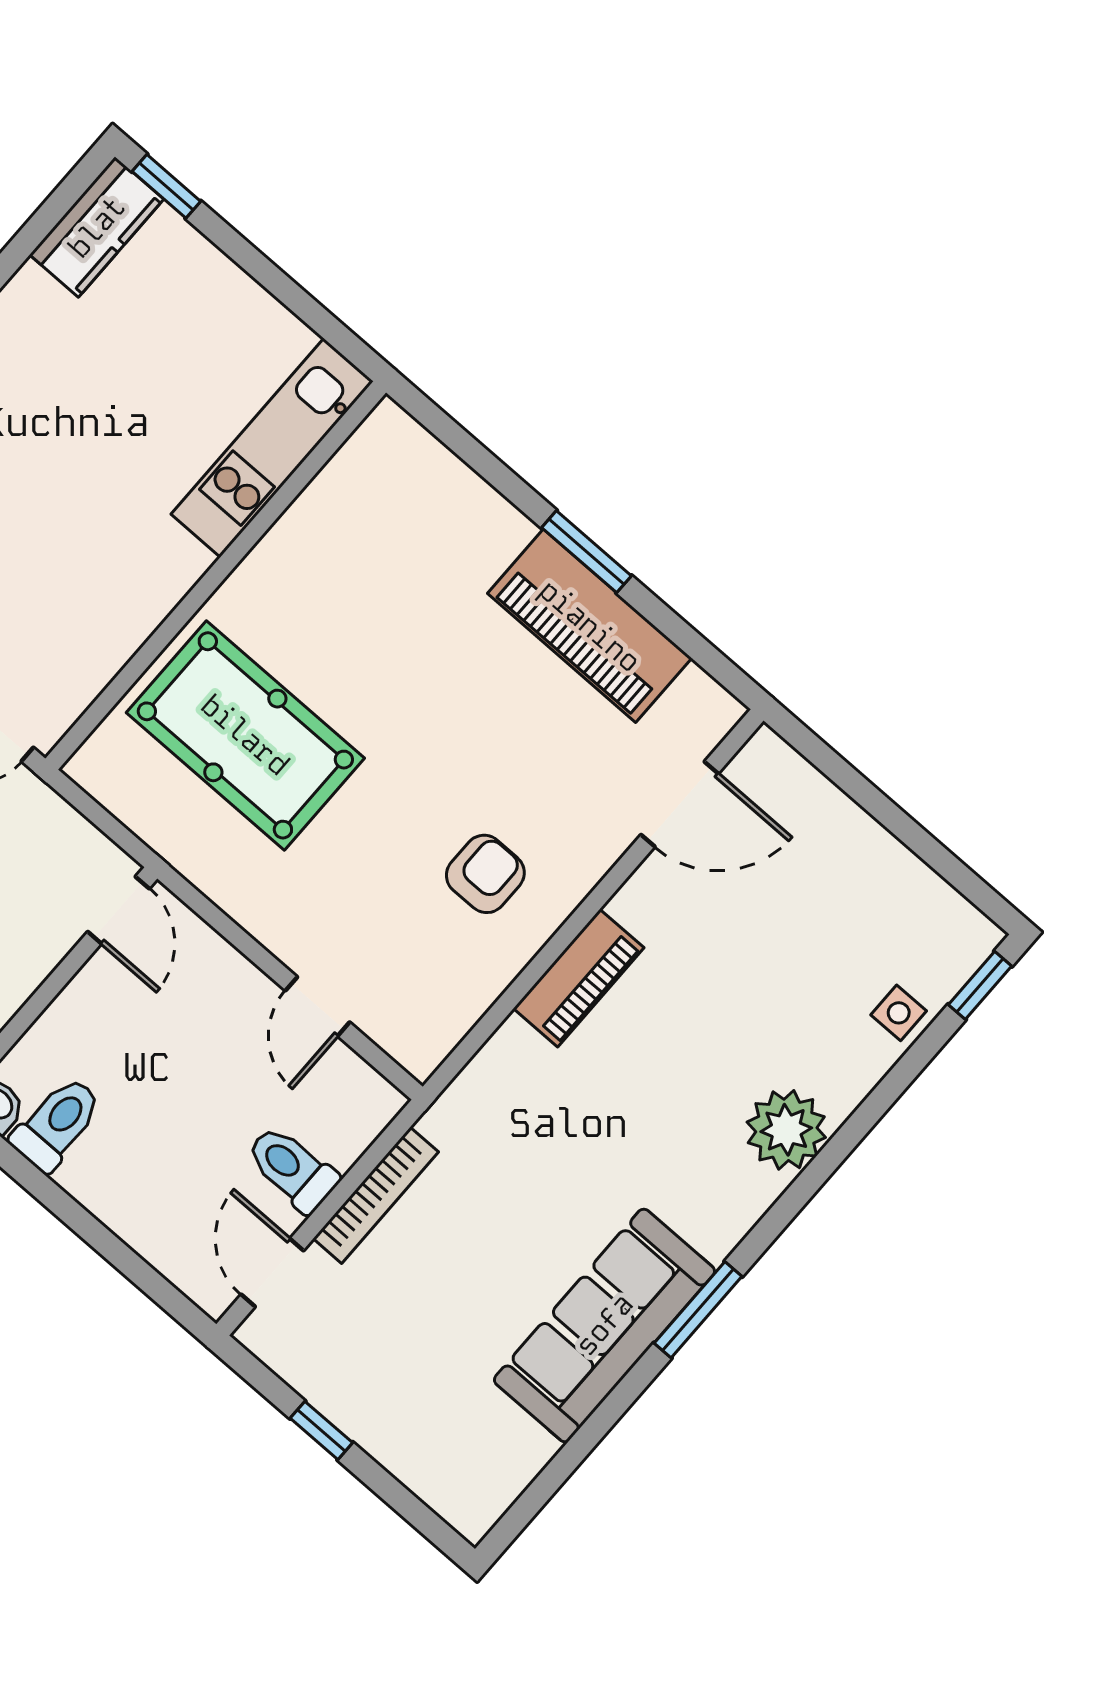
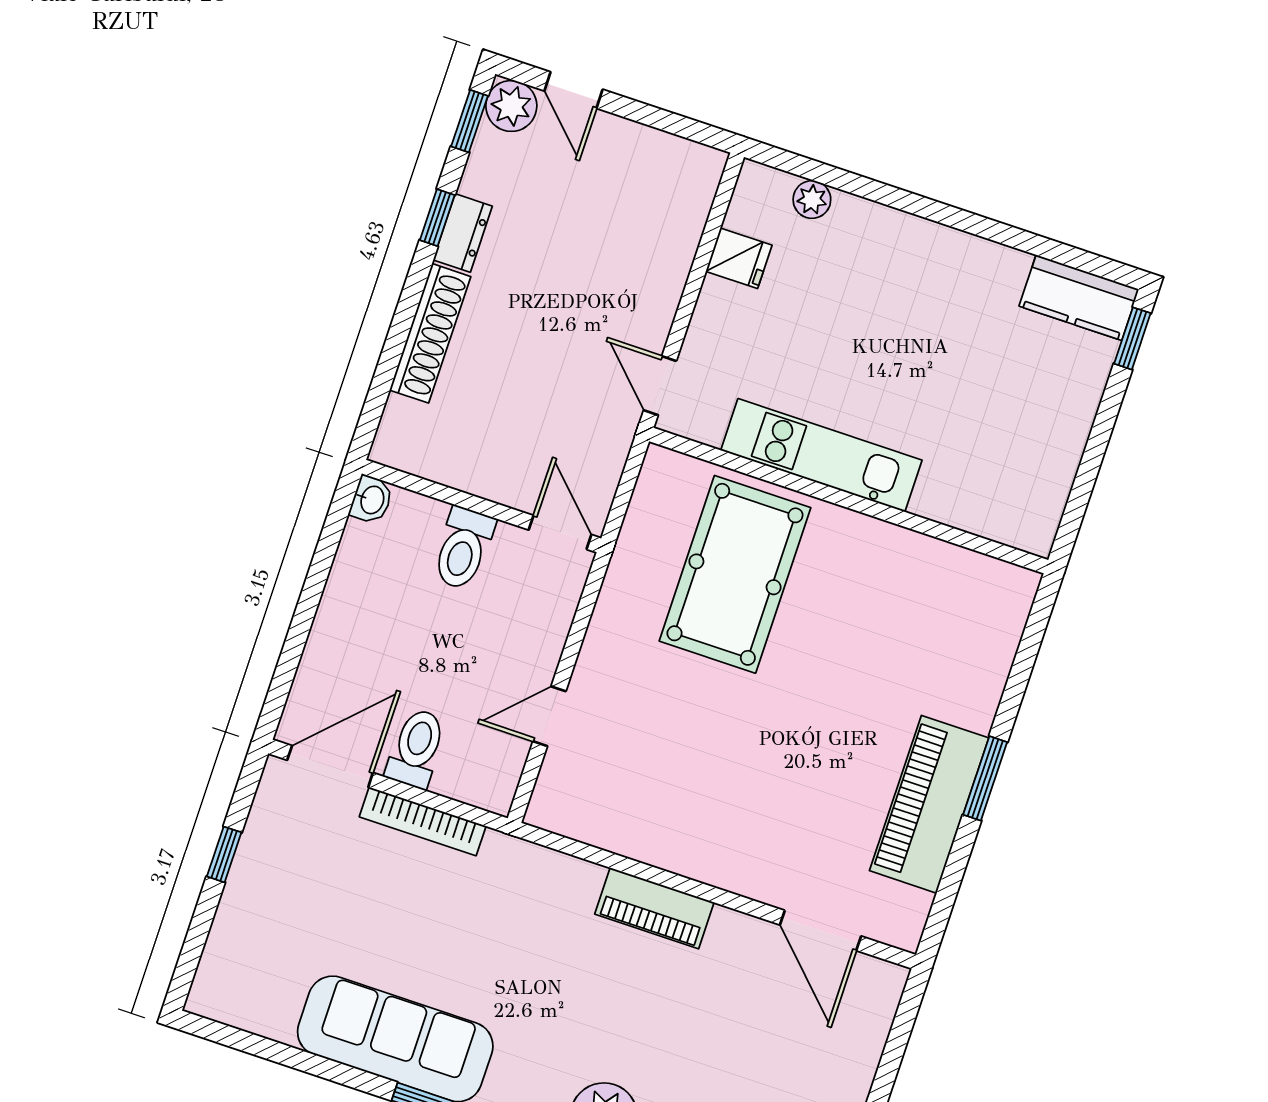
kitchen unit: (272, 448) -> (821, 455), moved
armchair: (485, 874) -> (705, 803), removed
door: (118, 910) -> (560, 532), swing flipped
toilet: (57, 1124) -> (463, 548), moved, turned 90
door: (272, 1273) -> (330, 766), width x1.38

